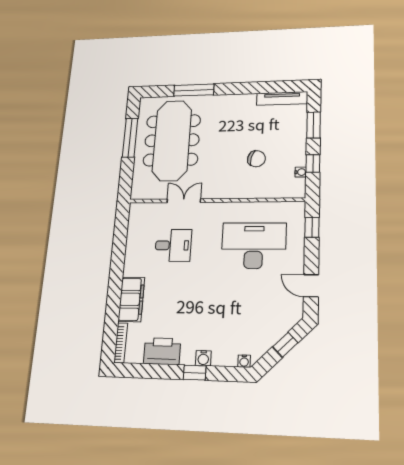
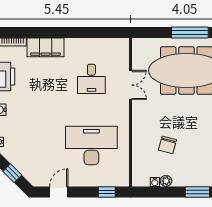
plant: (300, 160) -> (166, 181), added
window: (313, 163) -> (162, 192), removed
desk: (254, 246) -> (91, 146), turned -90

